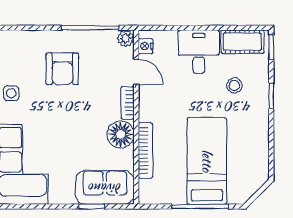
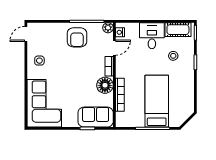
armchair: (62, 69) -> (77, 37), moved
door: (136, 72) -> (114, 48), hinge flipped

